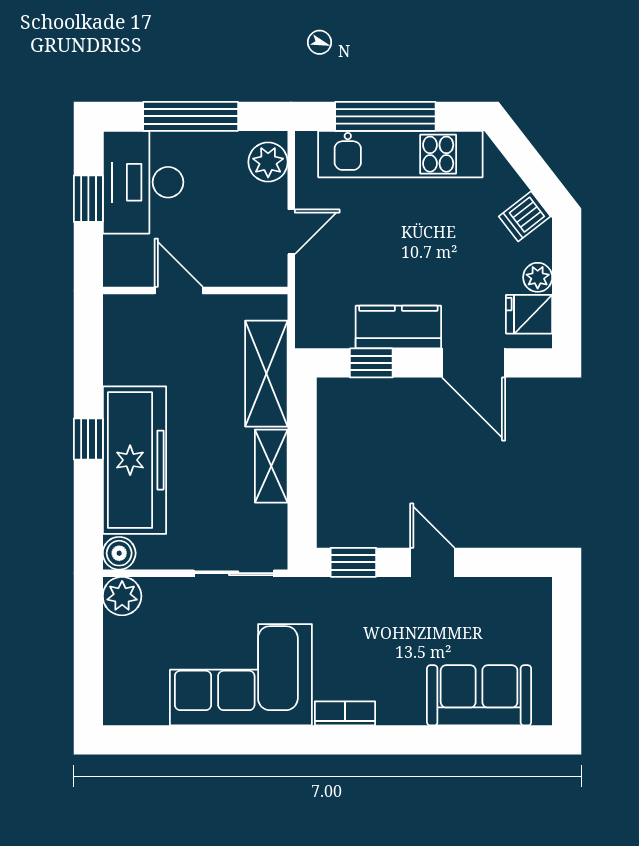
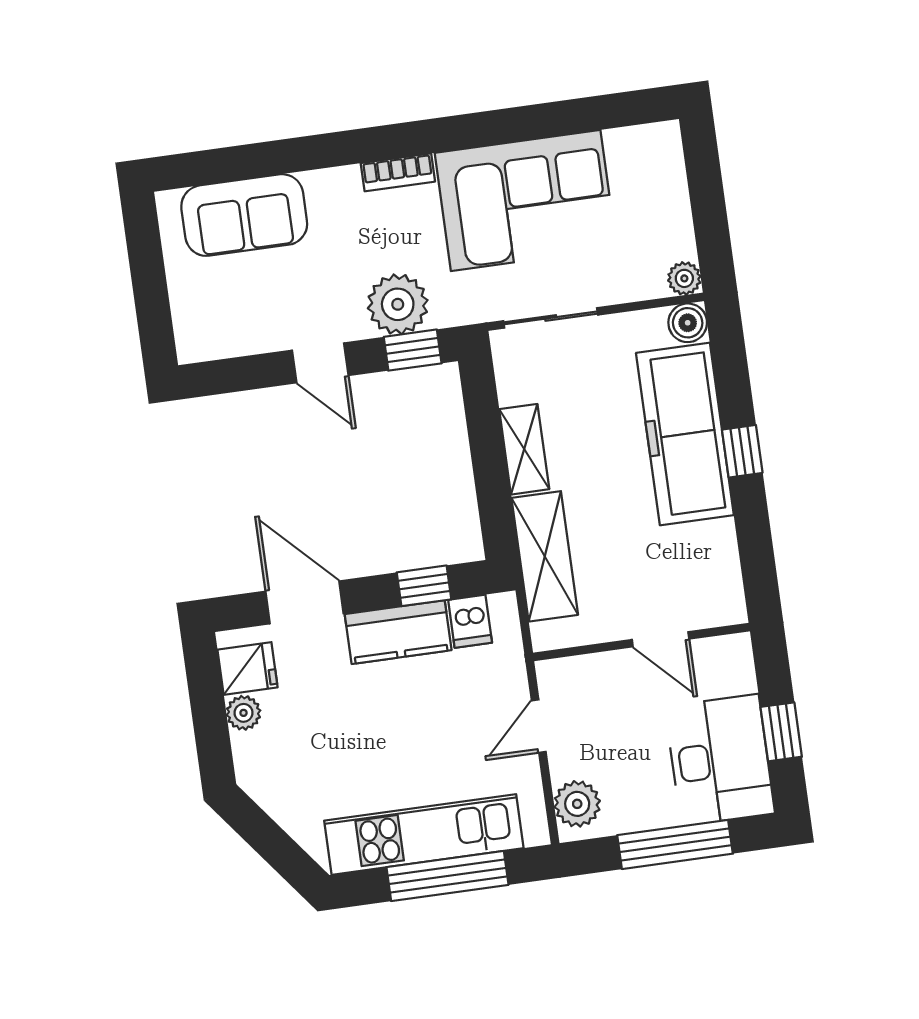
dishwasher: (525, 216) -> (470, 621), moved, turned 128
plant: (122, 596) -> (684, 278), width x0.73, depth x0.73
plant: (361, 603) -> (398, 304), added

